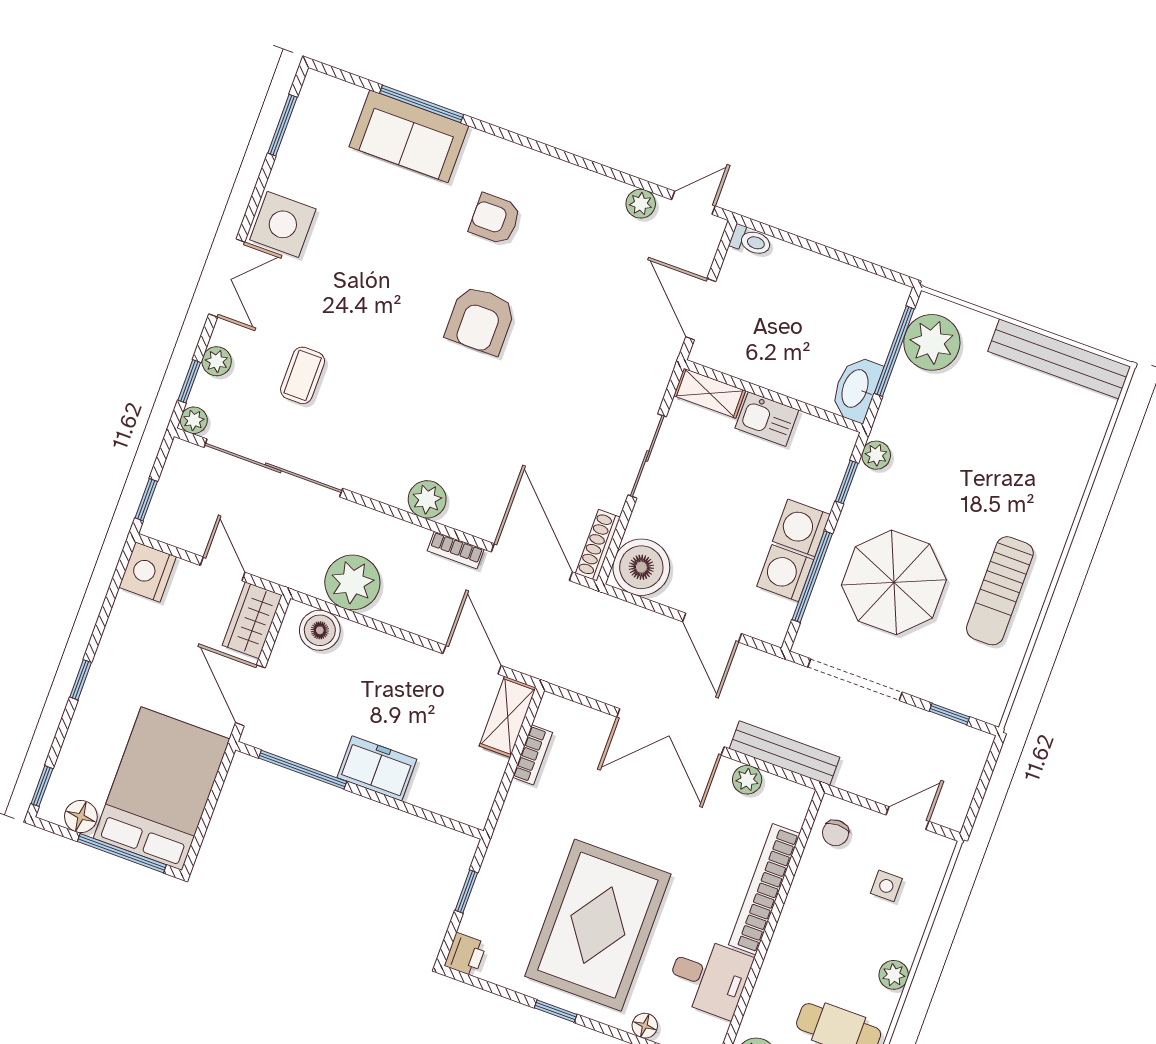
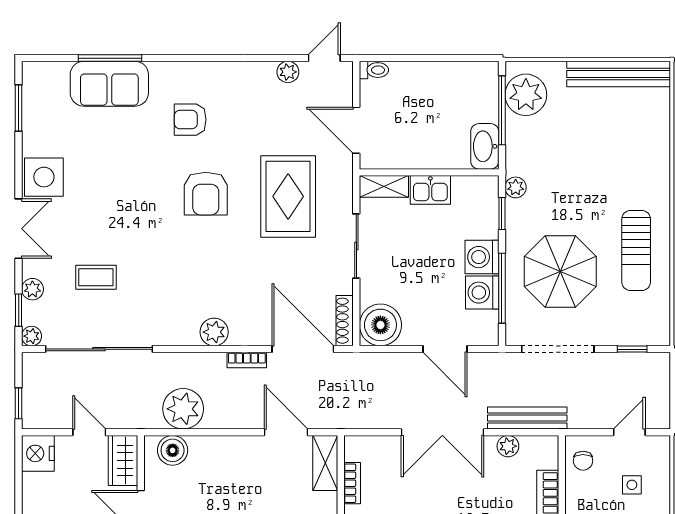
rug: (583, 362) -> (288, 196), added
coffee table: (303, 375) -> (96, 277), turned 90

